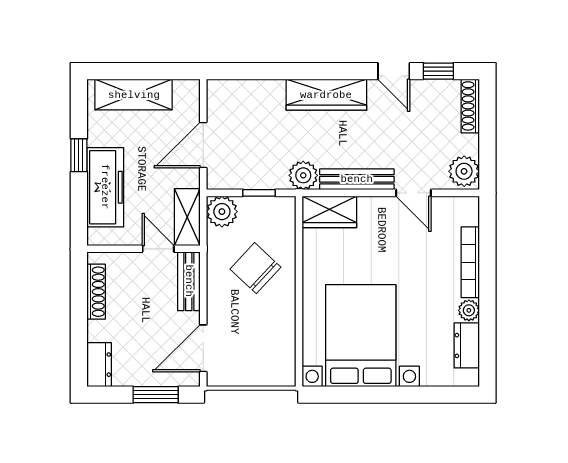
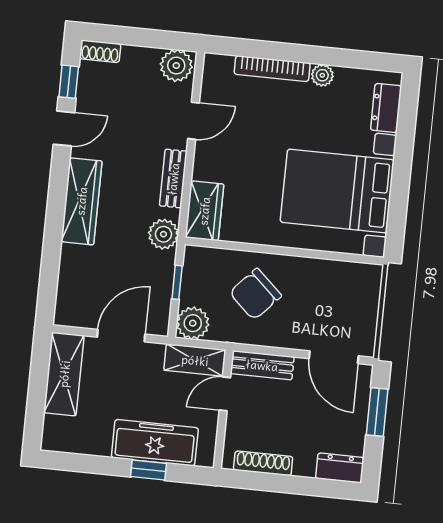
shelving: (134, 95) -> (64, 374), moved
shoe rack: (470, 106) -> (100, 51), width x0.70
door: (203, 145) -> (121, 336), swing flipped
window: (79, 155) -> (148, 470), moved
bench: (357, 179) -> (173, 179), width x0.73
dresser: (467, 345) -> (386, 108), moved, turned 90

